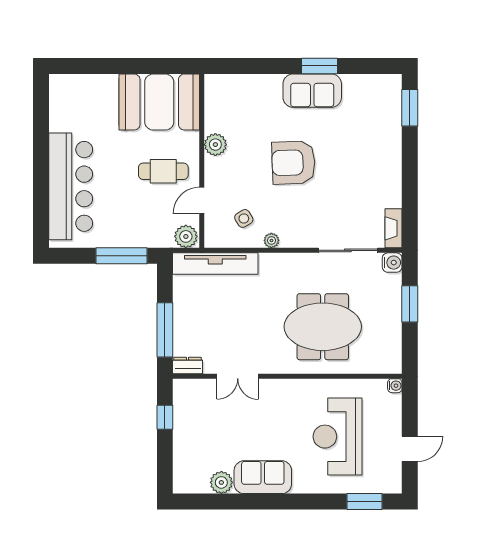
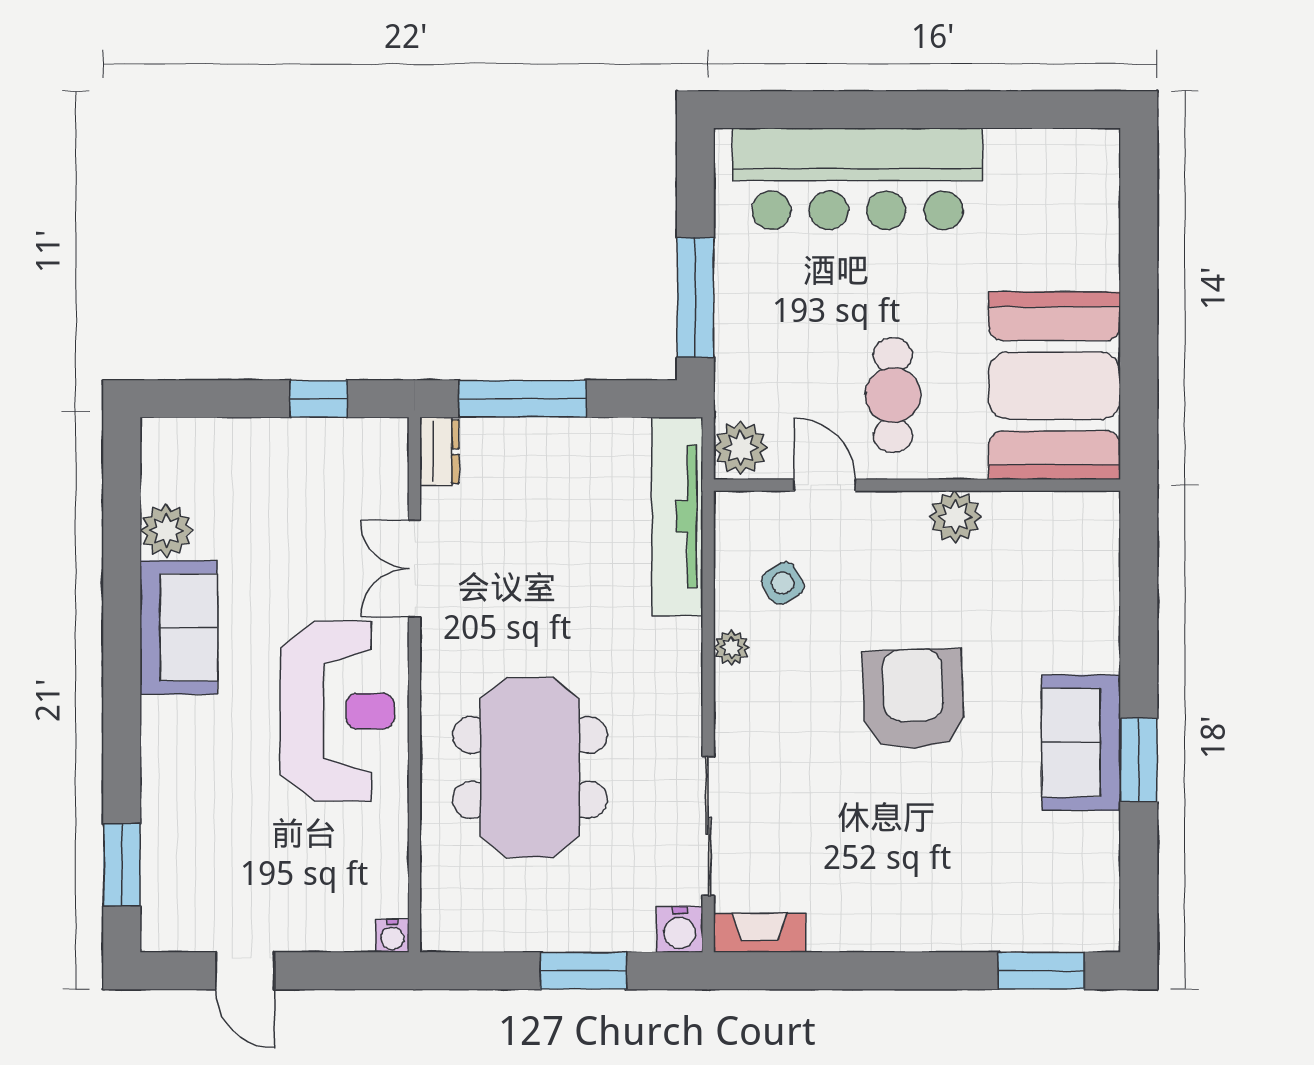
reception desk: (337, 437) -> (337, 711), moved, turned 90

